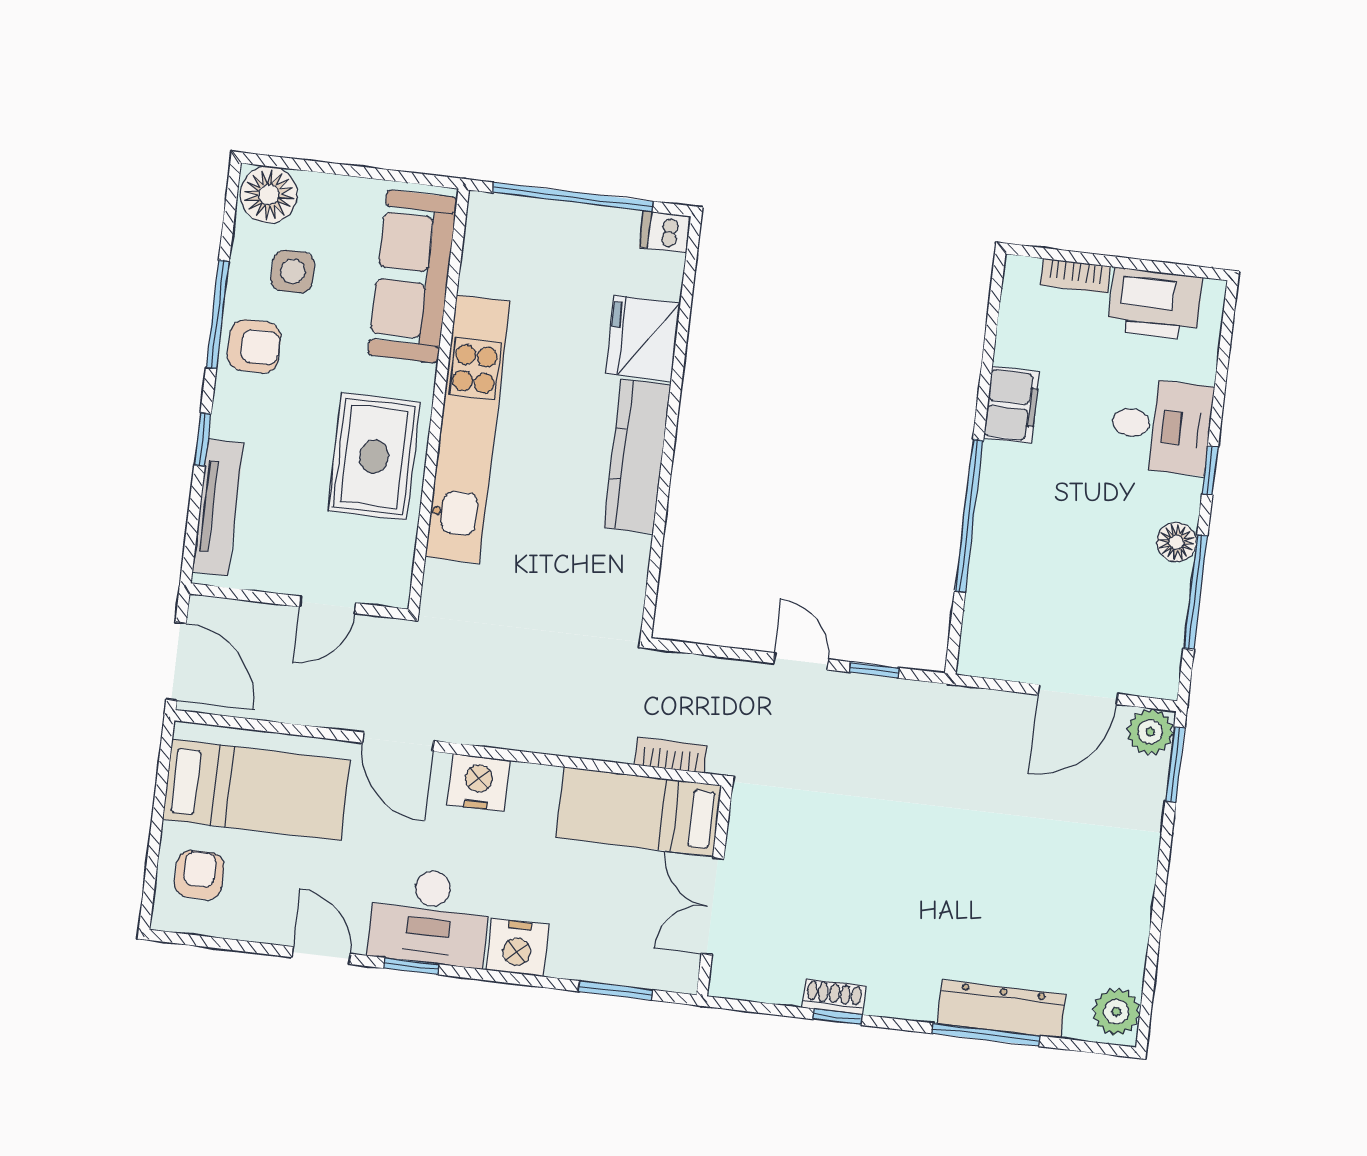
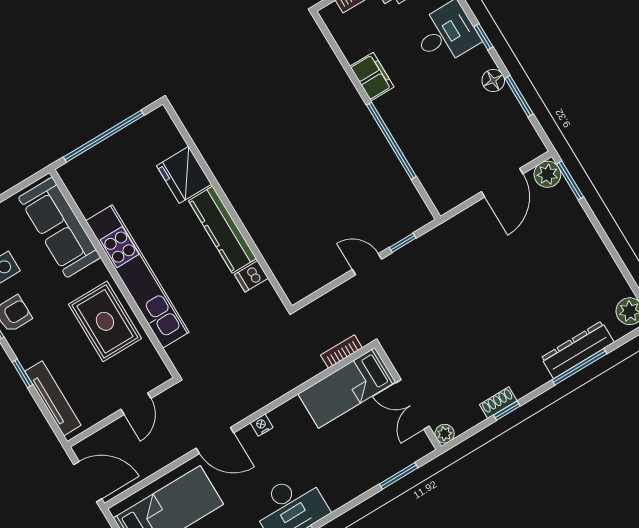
dishwasher: (665, 232) -> (251, 276), moved
window: (1196, 592) -> (519, 96), width x0.69
nightstand: (478, 782) -> (262, 425), width x0.53, depth x0.56
nightstand: (517, 948) -> (340, 491), removed
plant: (725, 982) -> (445, 434), added

